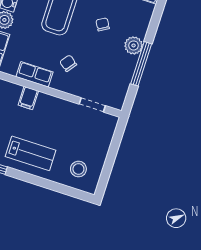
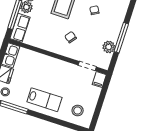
plant: (134, 45) -> (109, 47), moved
row of seats: (35, 74) -> (47, 45), removed
filing cabinet: (28, 98) -> (99, 80), moved

